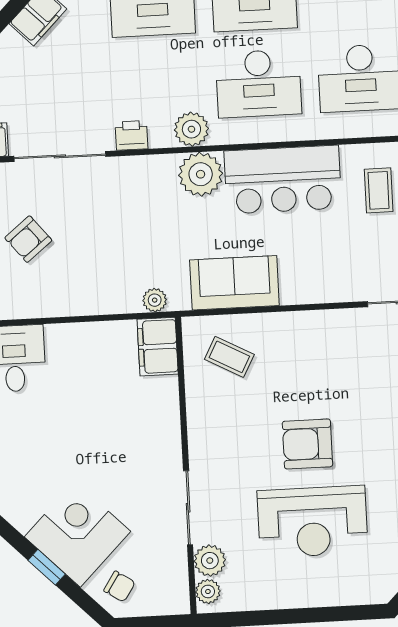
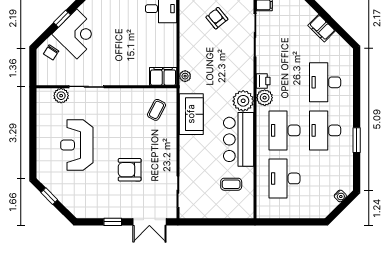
printer: (132, 135) -> (263, 81), moved
armchair: (307, 444) -> (130, 170), moved, turned -90
plant: (208, 591) -> (47, 94), removed

